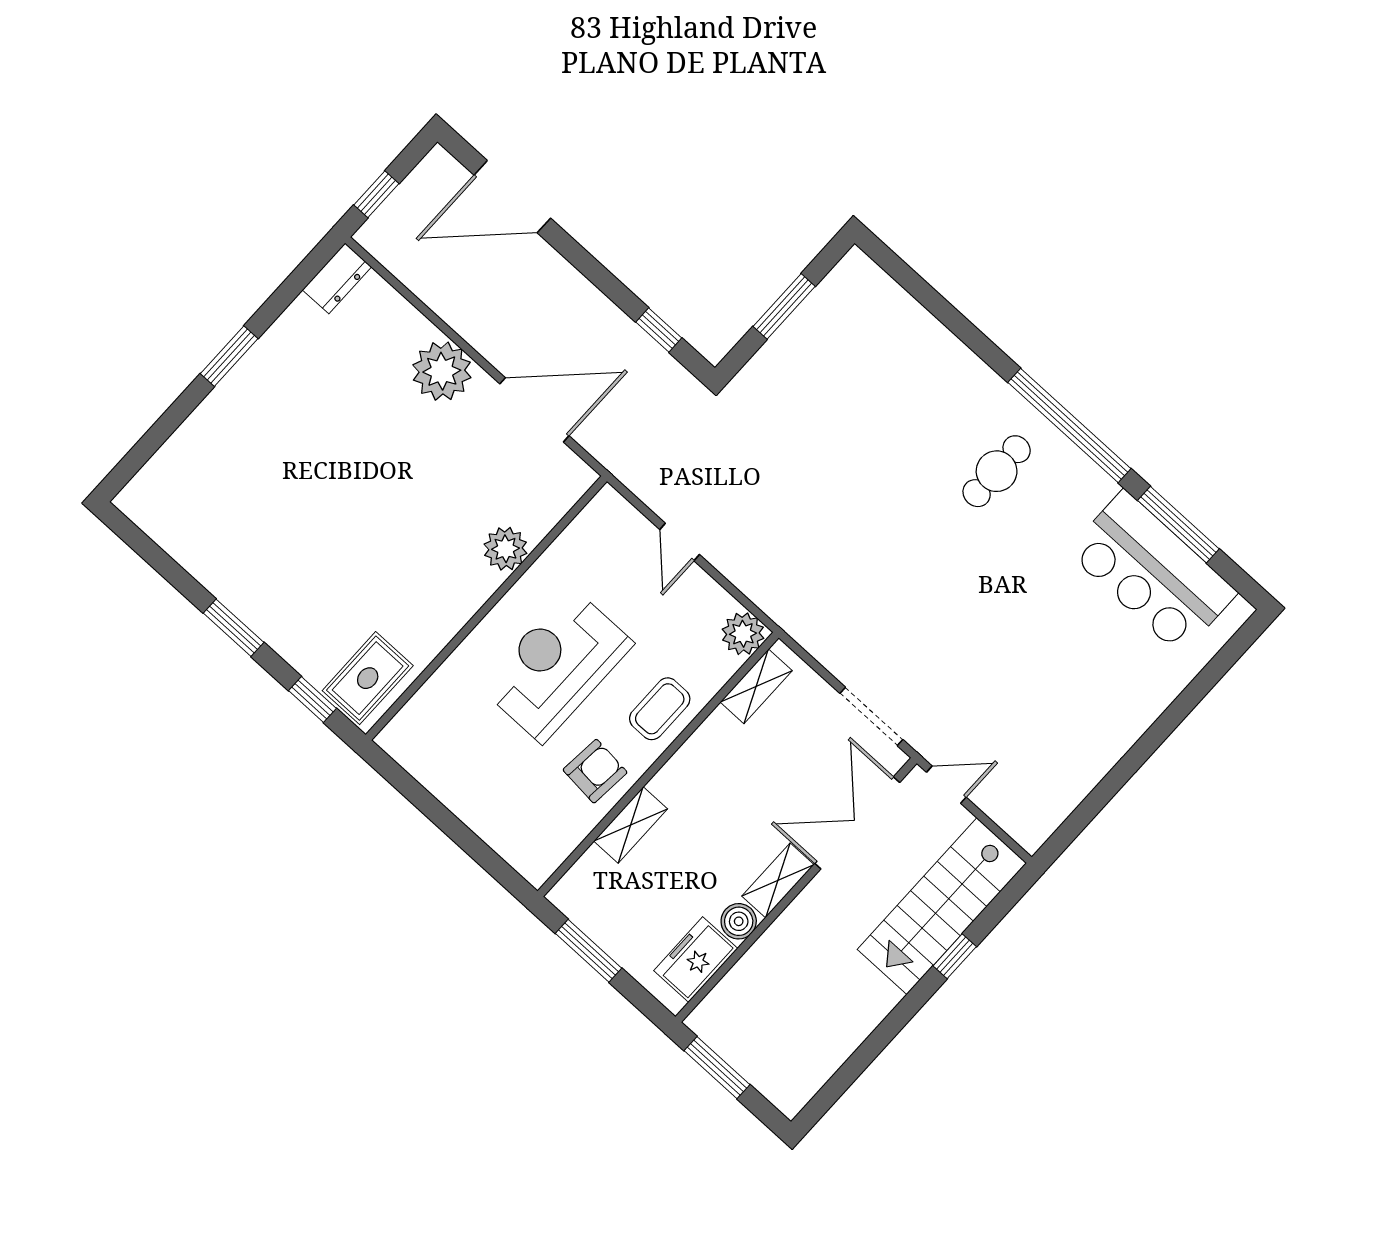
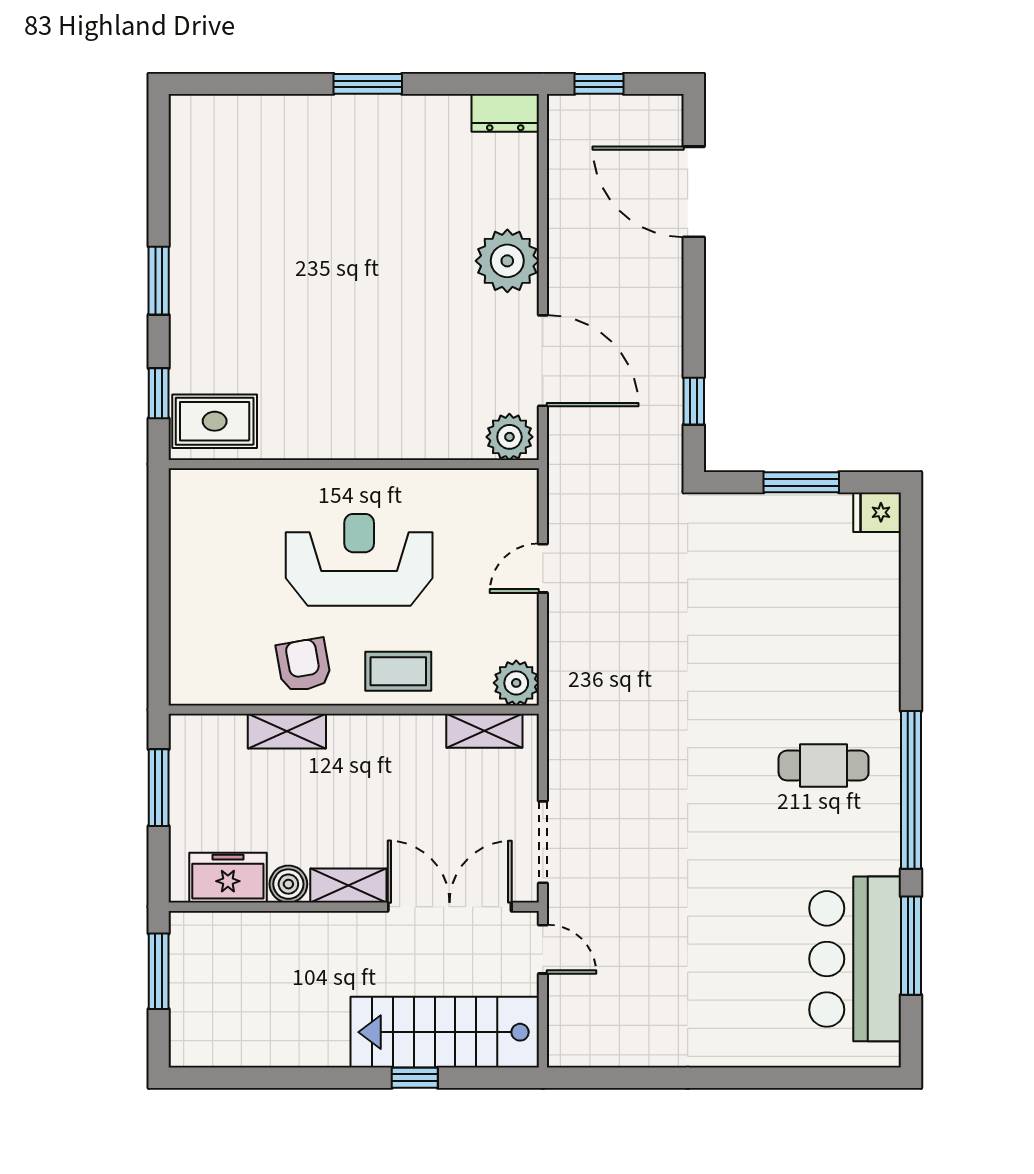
fridge: (853, 272) -> (877, 512), added
plant: (505, 549) -> (509, 437), moved
armchair: (595, 771) -> (304, 665), turned -105

